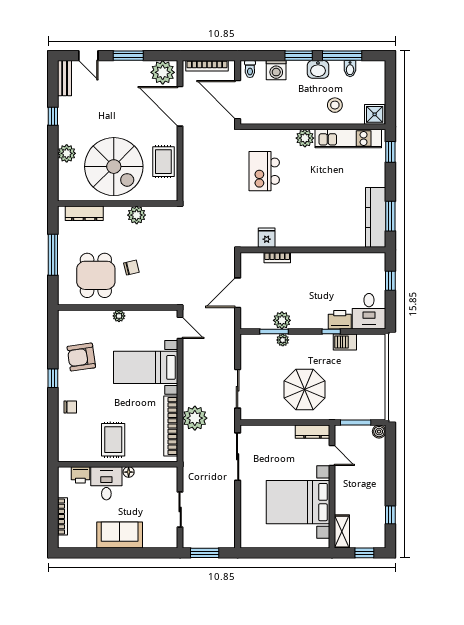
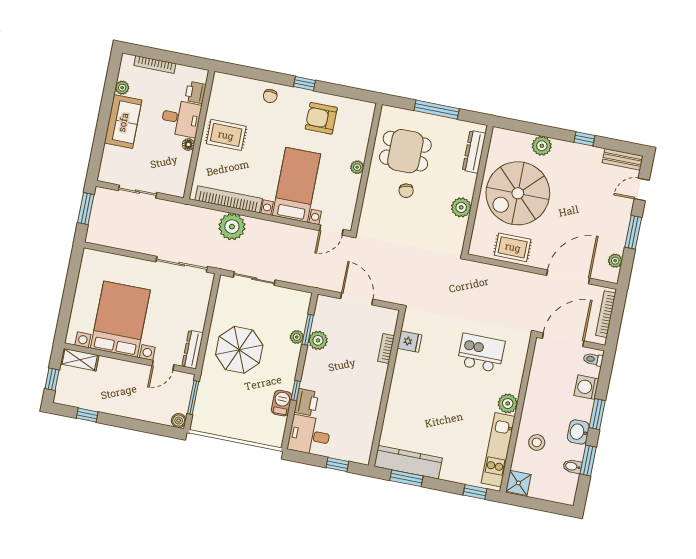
window: (342, 56) -> (588, 461), width x0.69
plant: (163, 72) -> (615, 261), width x0.53, depth x0.53
armchair: (81, 357) -> (321, 118), turned -82
plant: (89, 542) -> (122, 88), added

